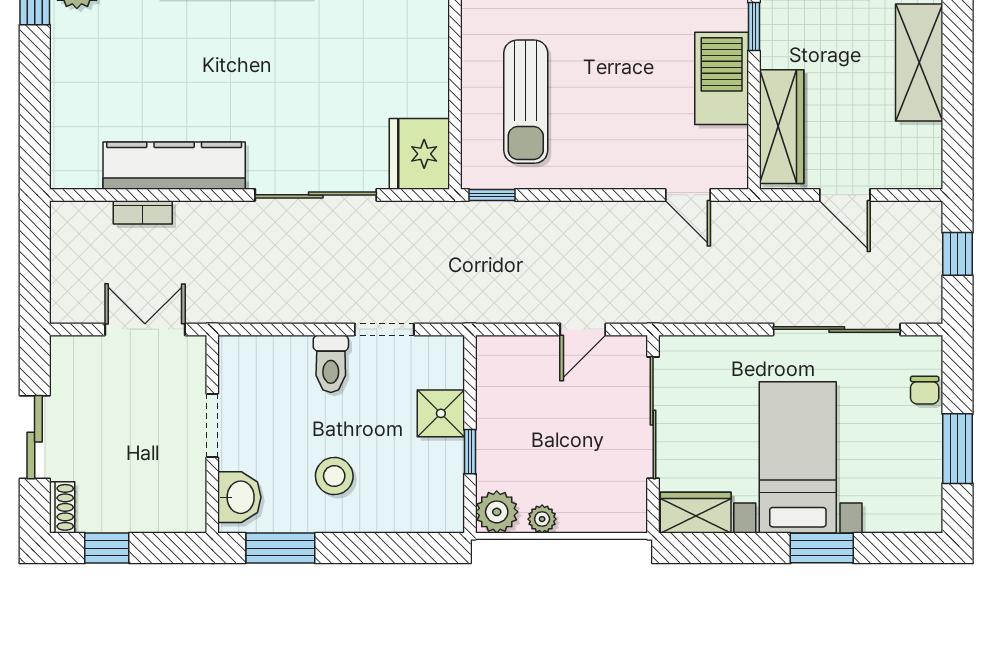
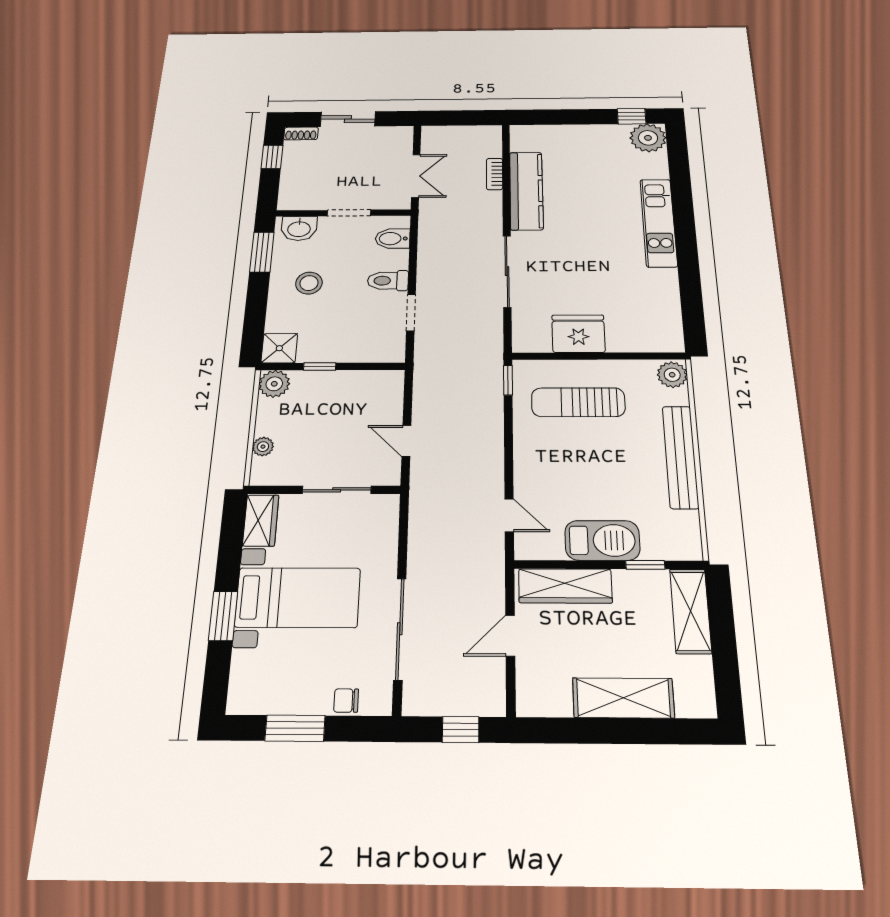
fridge: (419, 154) -> (578, 334), moved
door: (688, 195) -> (509, 515), swing flipped
bidet: (258, 360) -> (393, 239), added
shower: (441, 413) -> (279, 348), moved
sliding door: (653, 418) -> (337, 490), width x0.73
plant: (542, 519) -> (263, 447), moved

